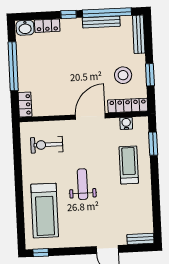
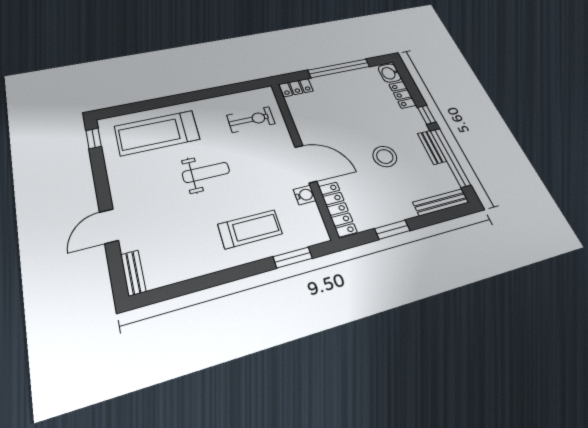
bench: (101, 22) -> (432, 147), width x0.73
stool: (123, 75) -> (385, 157), moved
water cooler: (126, 123) -> (305, 195), moved
exercise bike: (47, 145) -> (251, 120), turned 90

